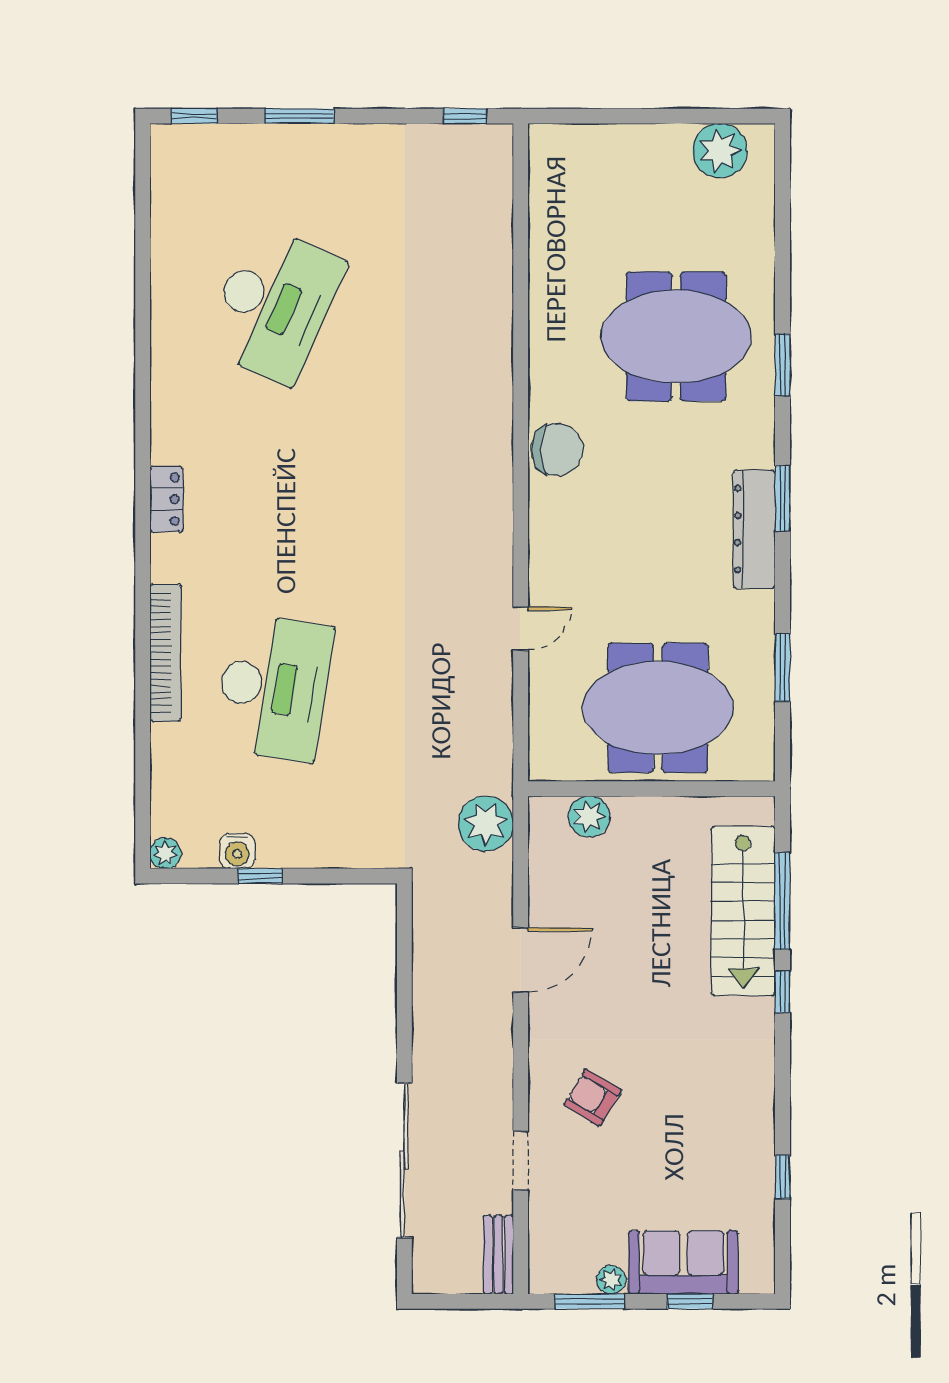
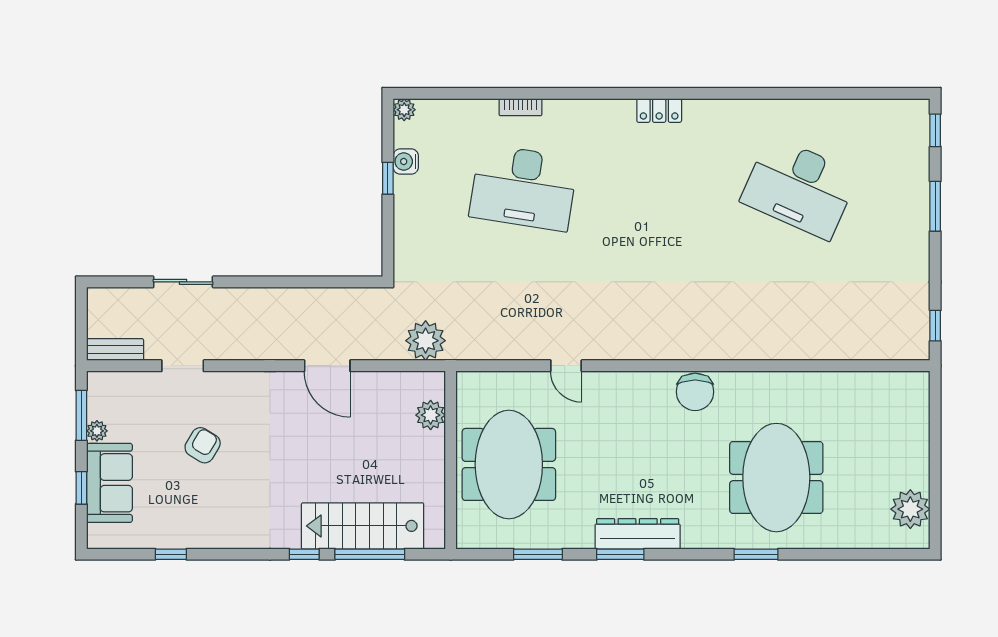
window: (782, 498) -> (620, 554), moved
bookcase: (165, 653) -> (520, 107), width x0.43, depth x0.76
armchair: (593, 1097) -> (203, 445), moved
sliding door: (404, 1160) -> (183, 282), width x0.54

